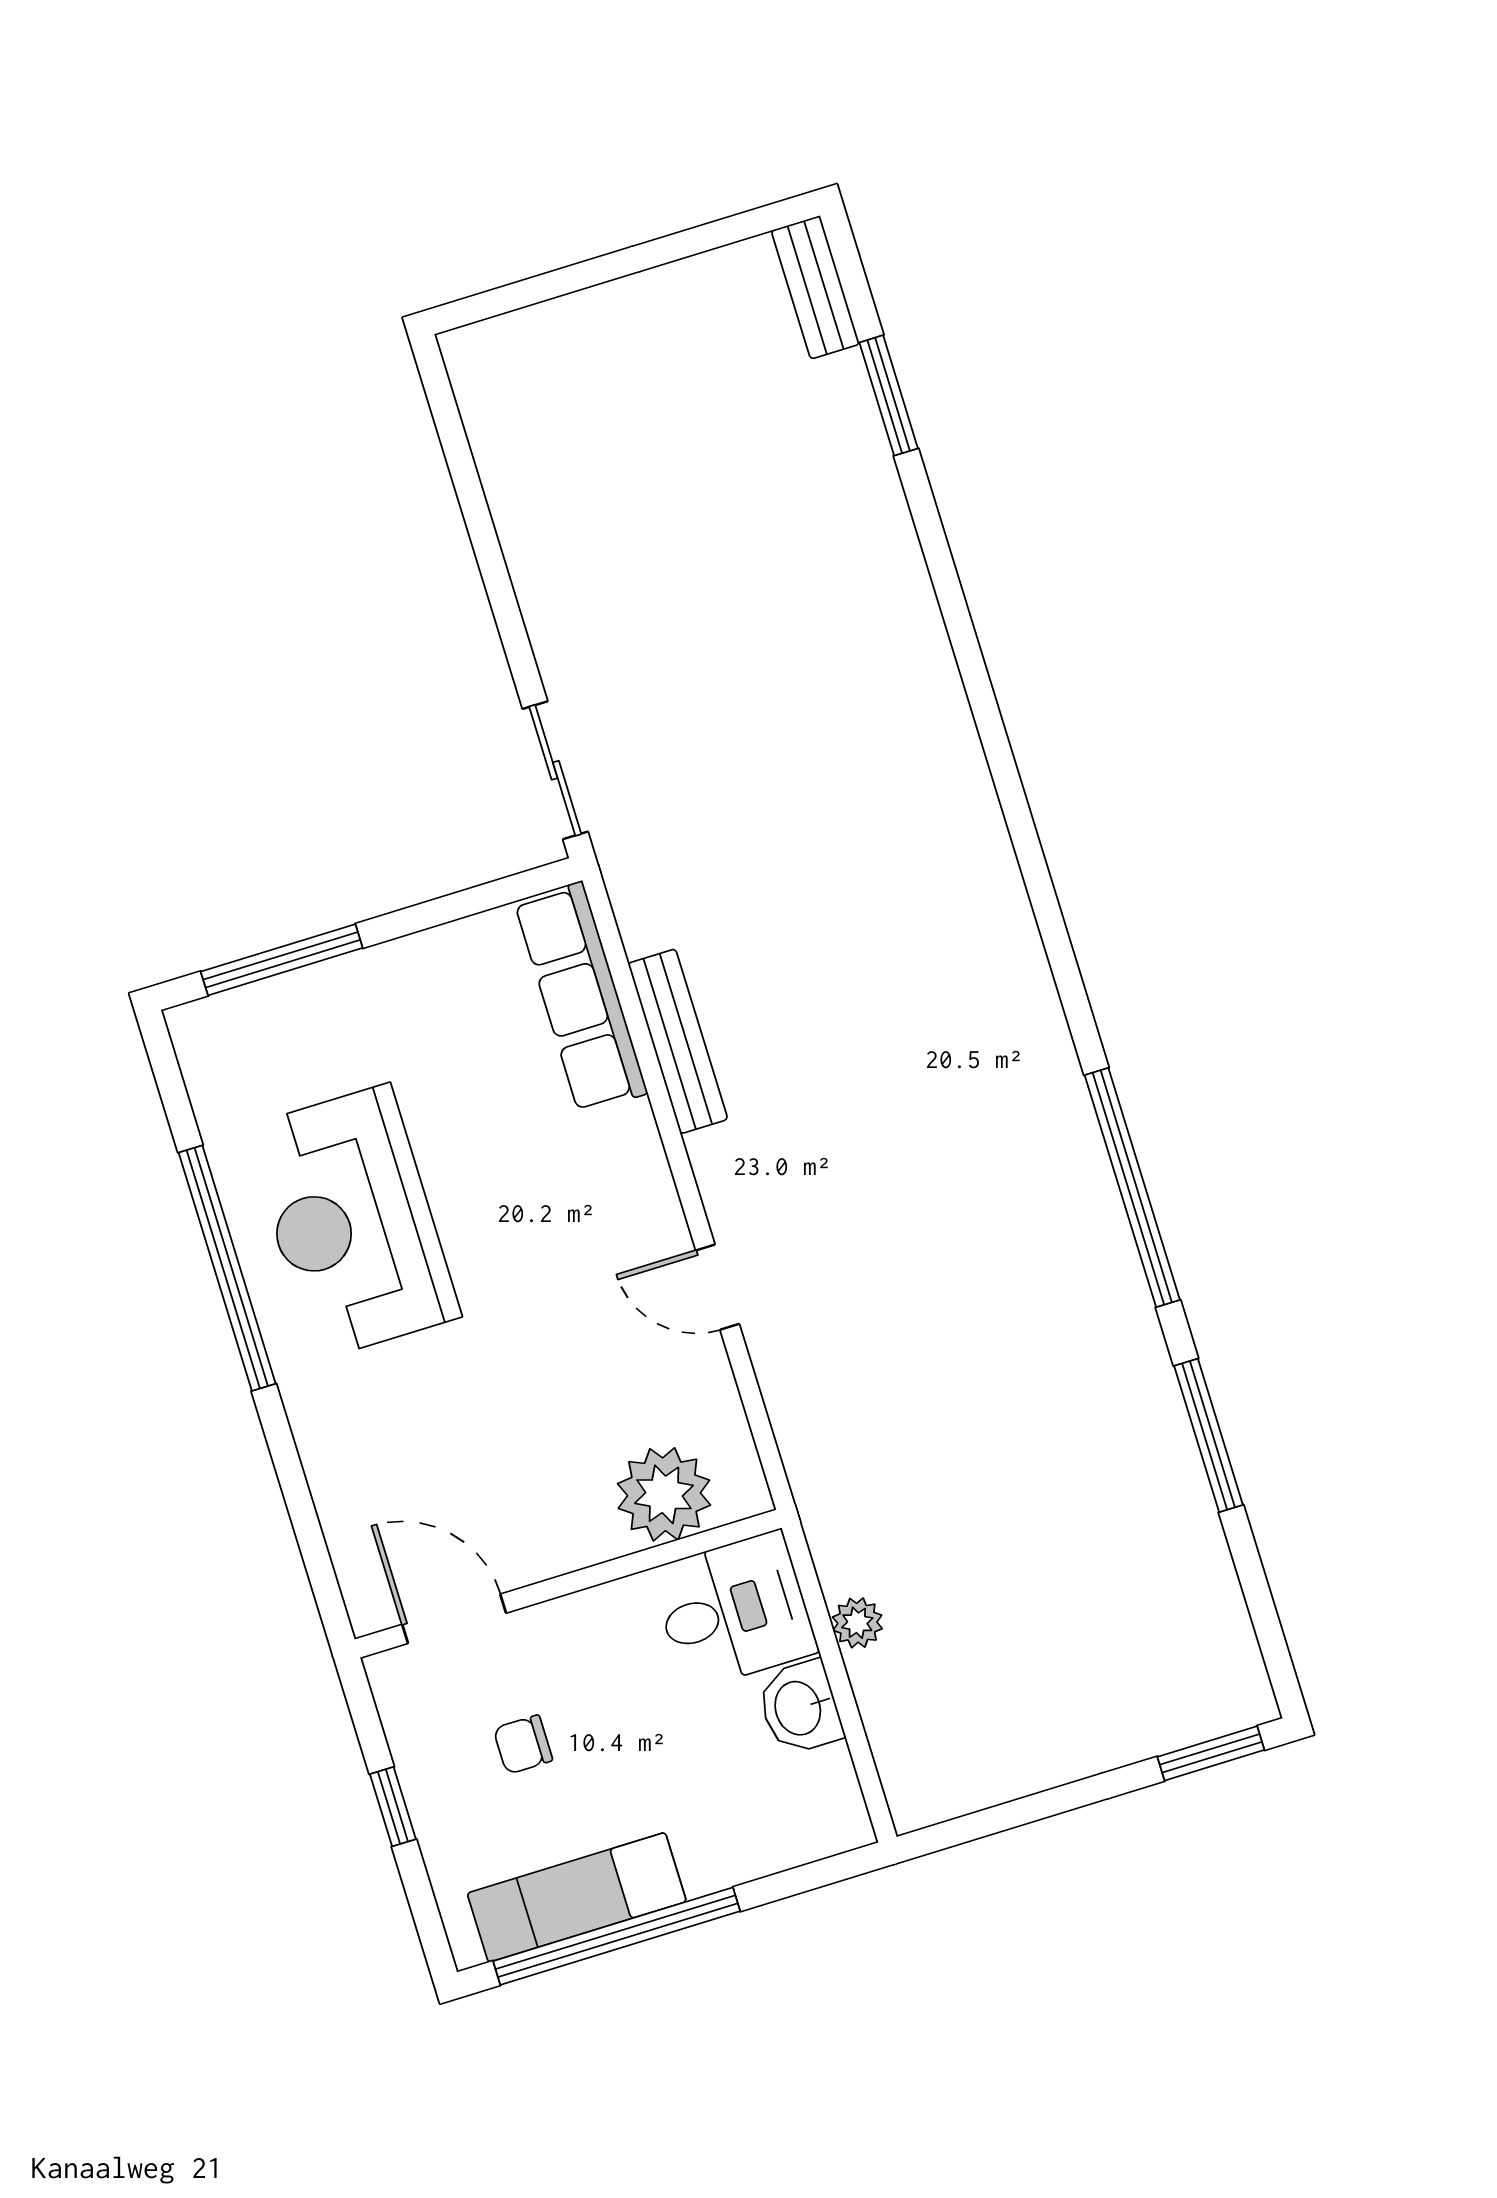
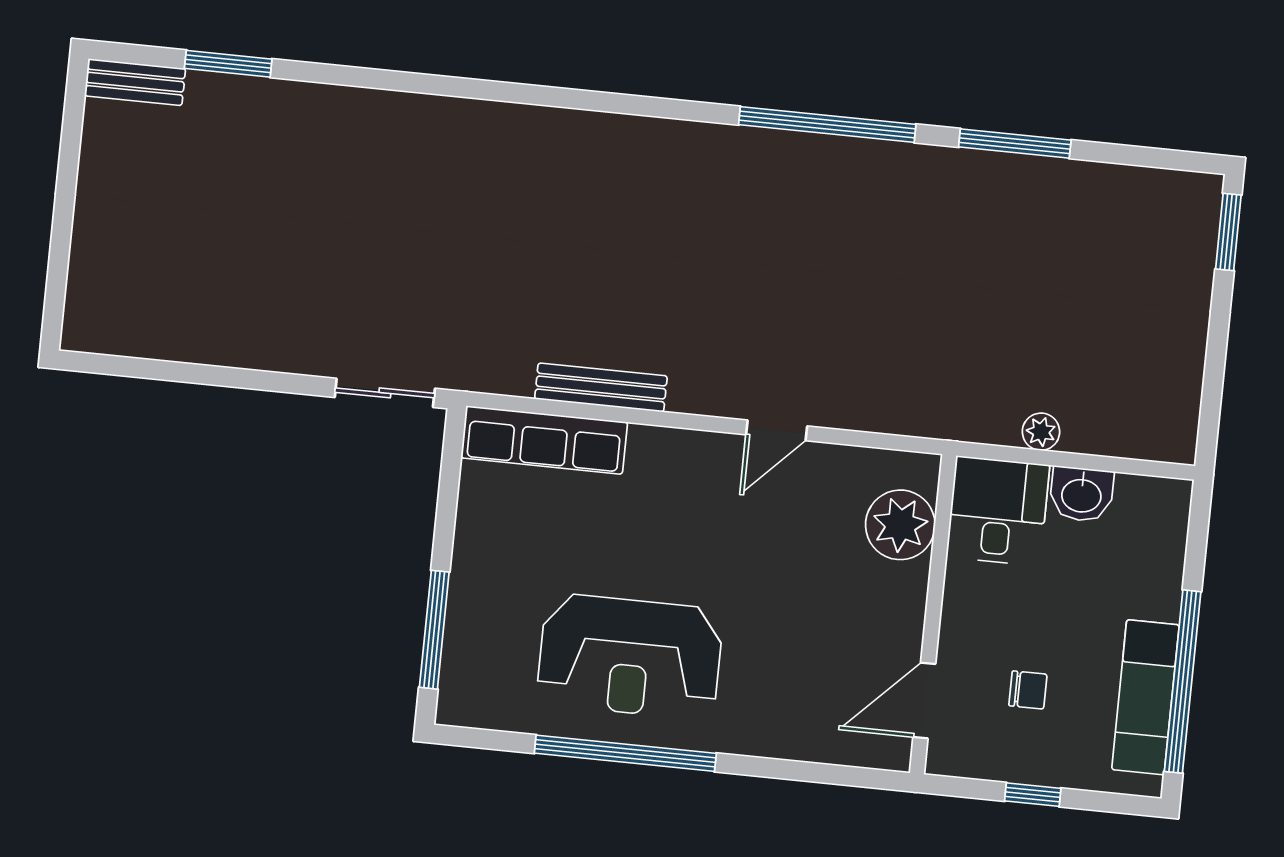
chair: (523, 1745) -> (1028, 690), turned -90

